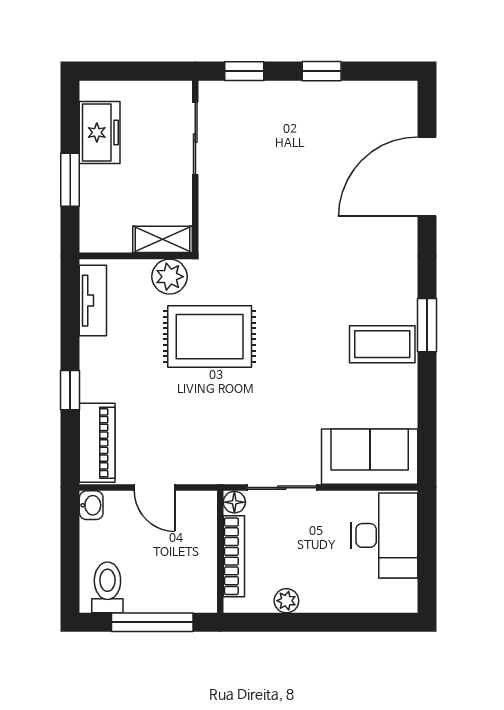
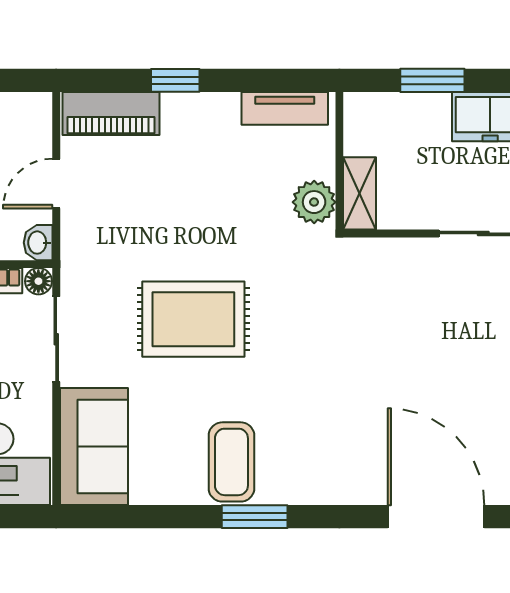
rug: (210, 337) -> (193, 319), moved, turned 90
washbasin: (91, 505) -> (38, 243), moved, turned 90

